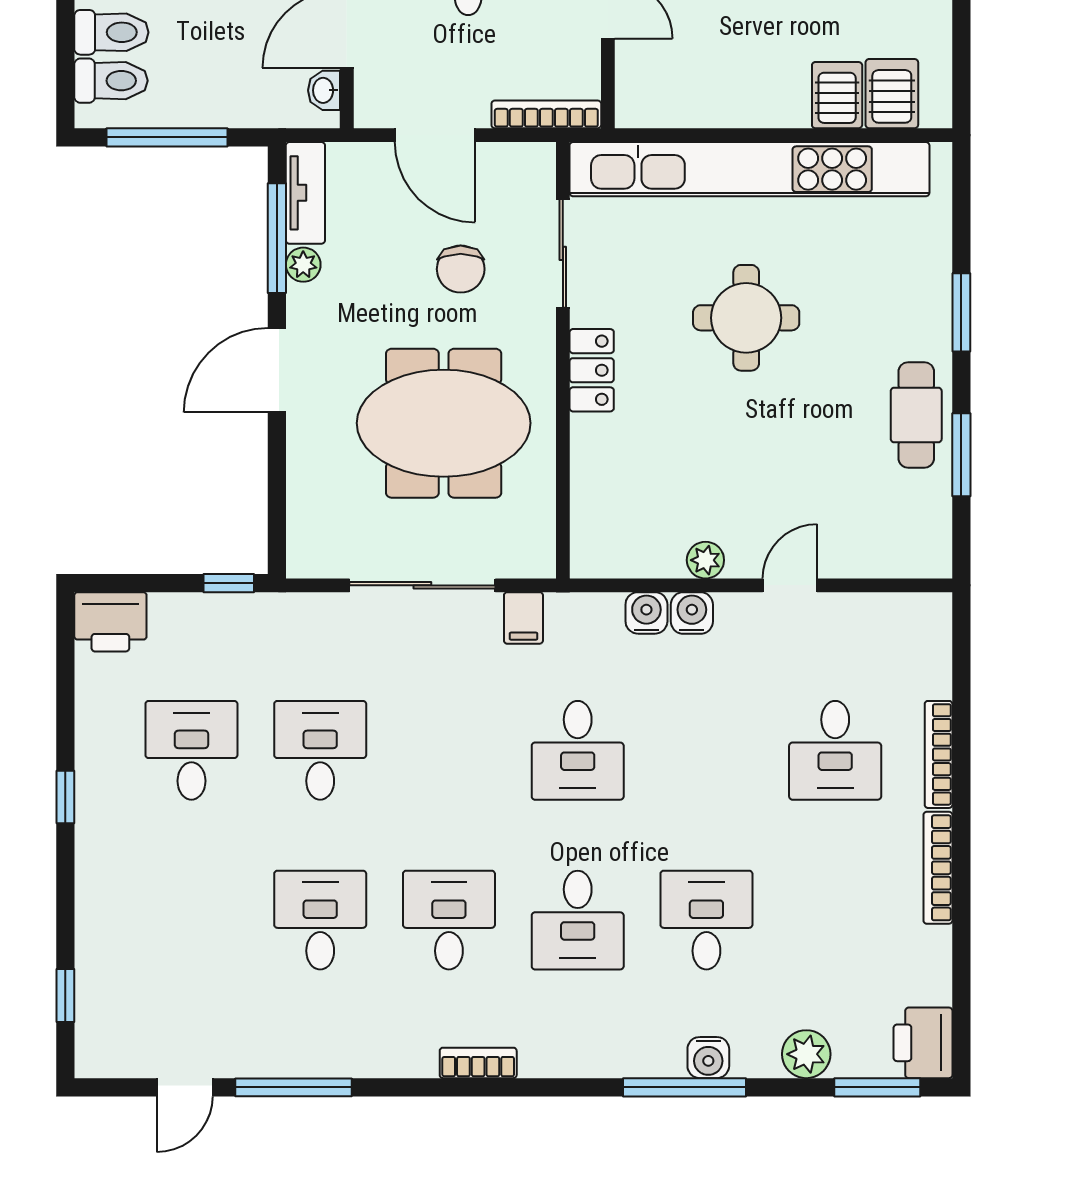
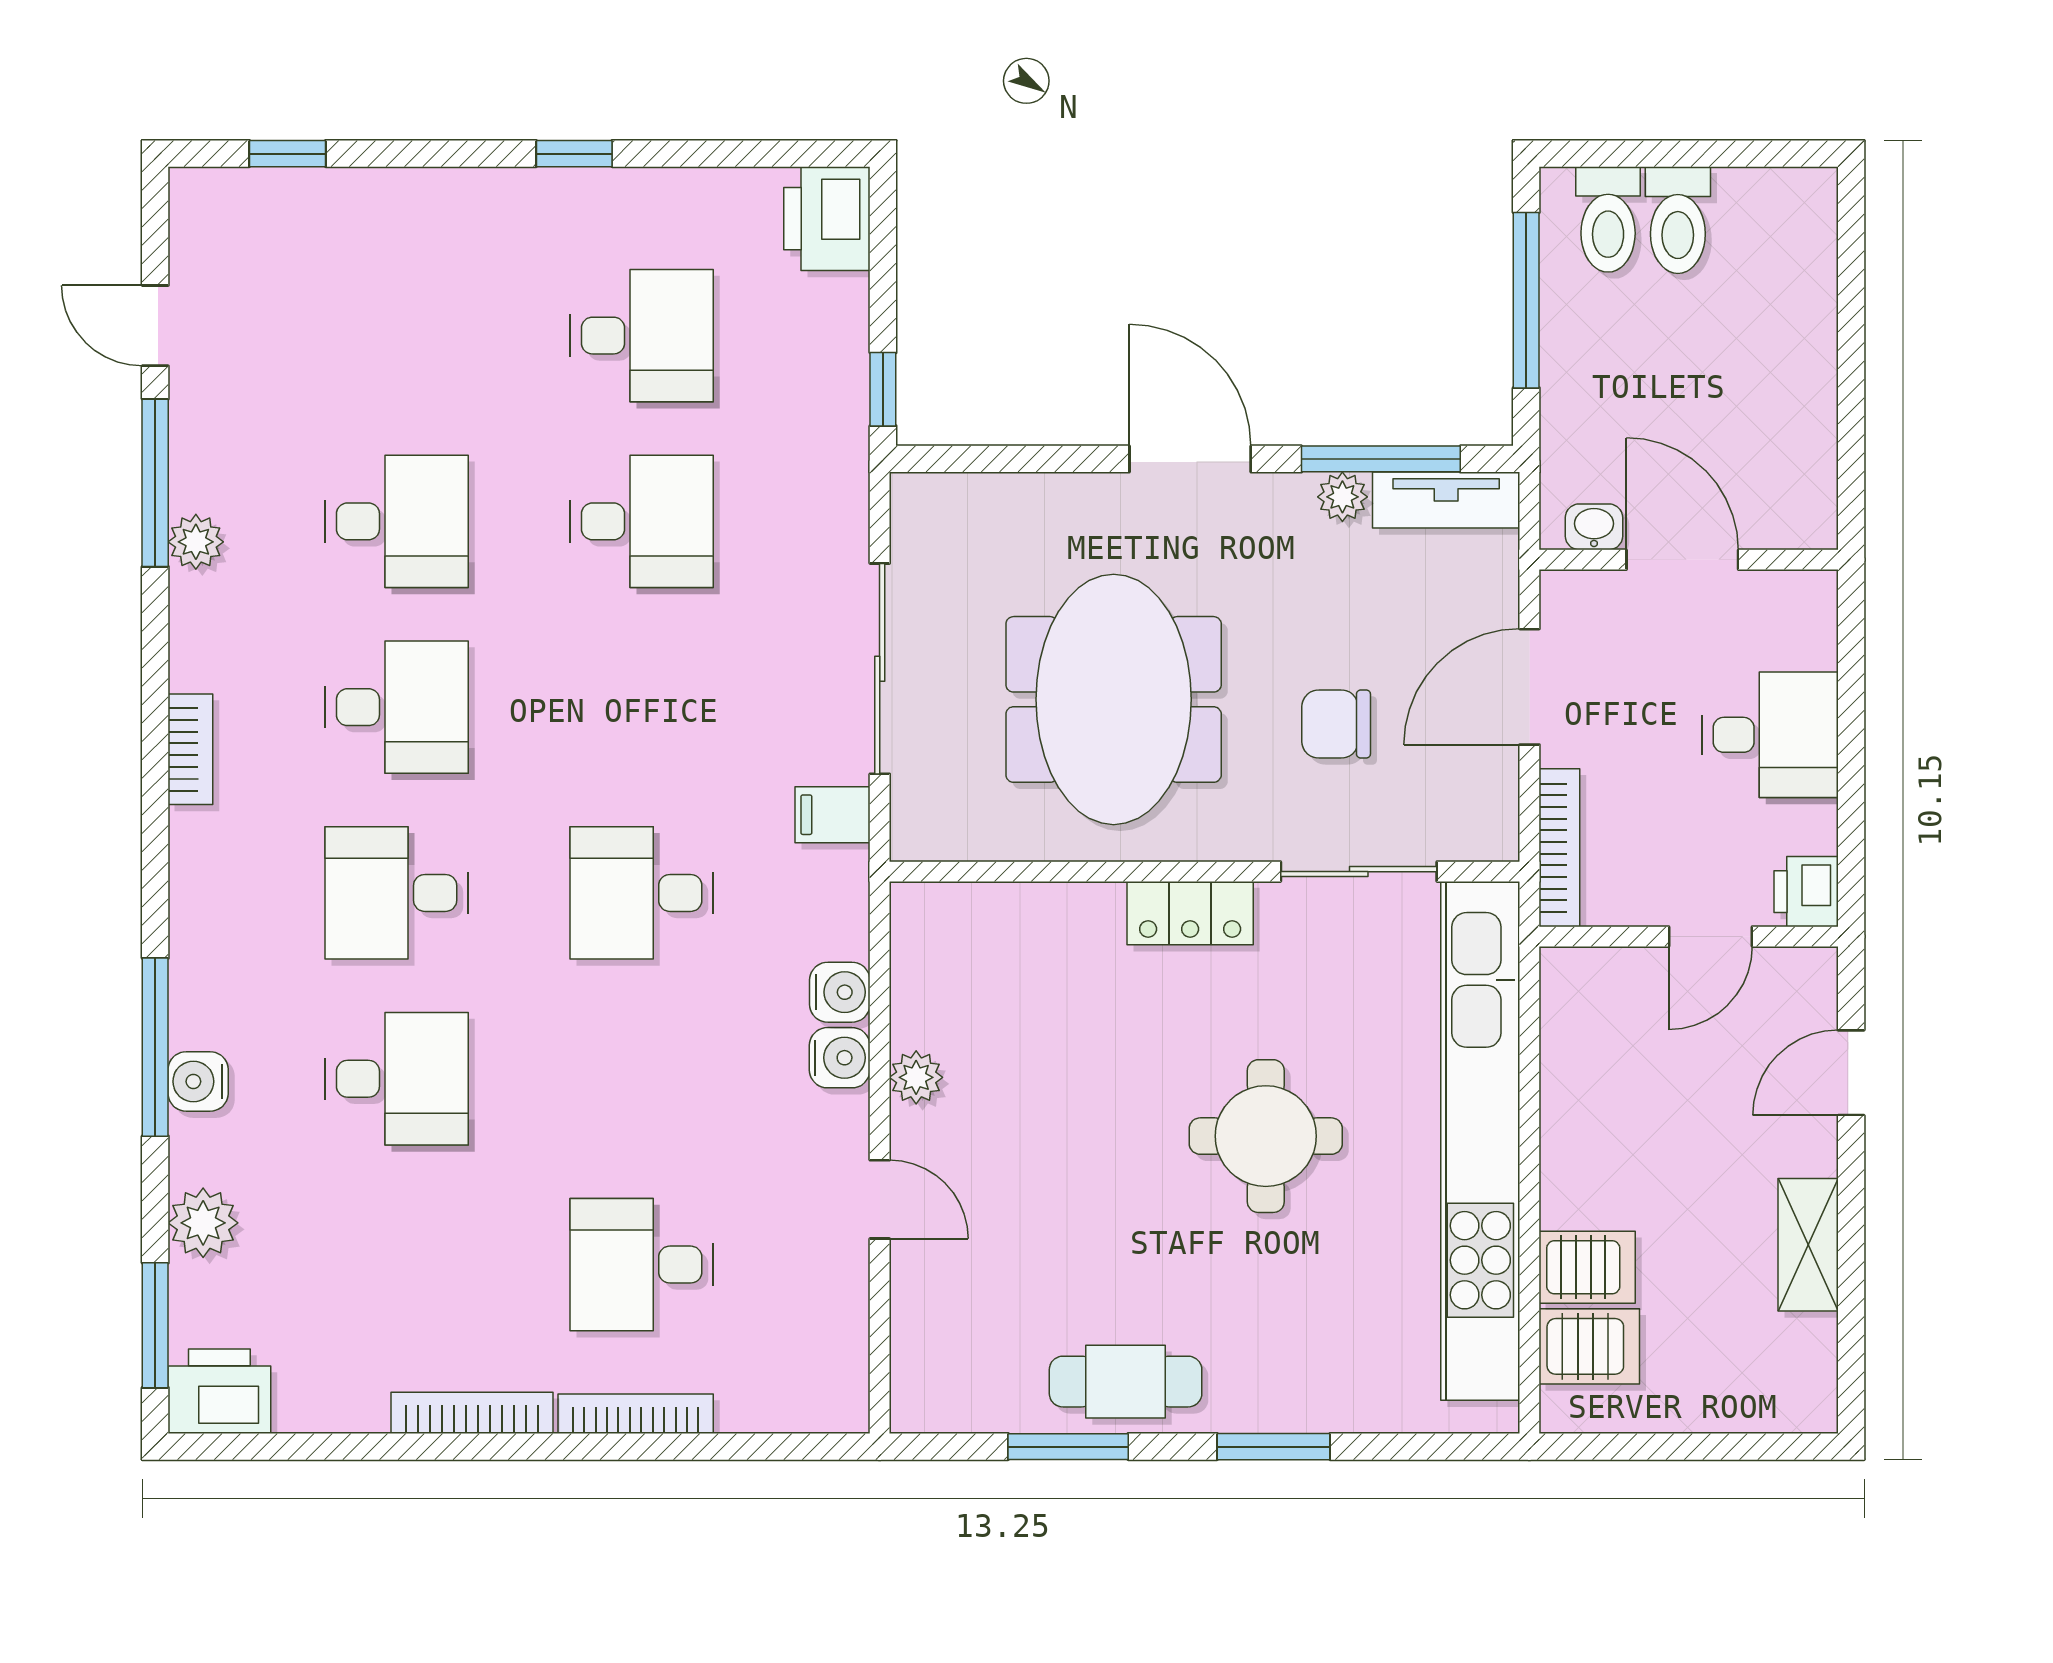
plant: (334, 1059) -> (196, 542), added

